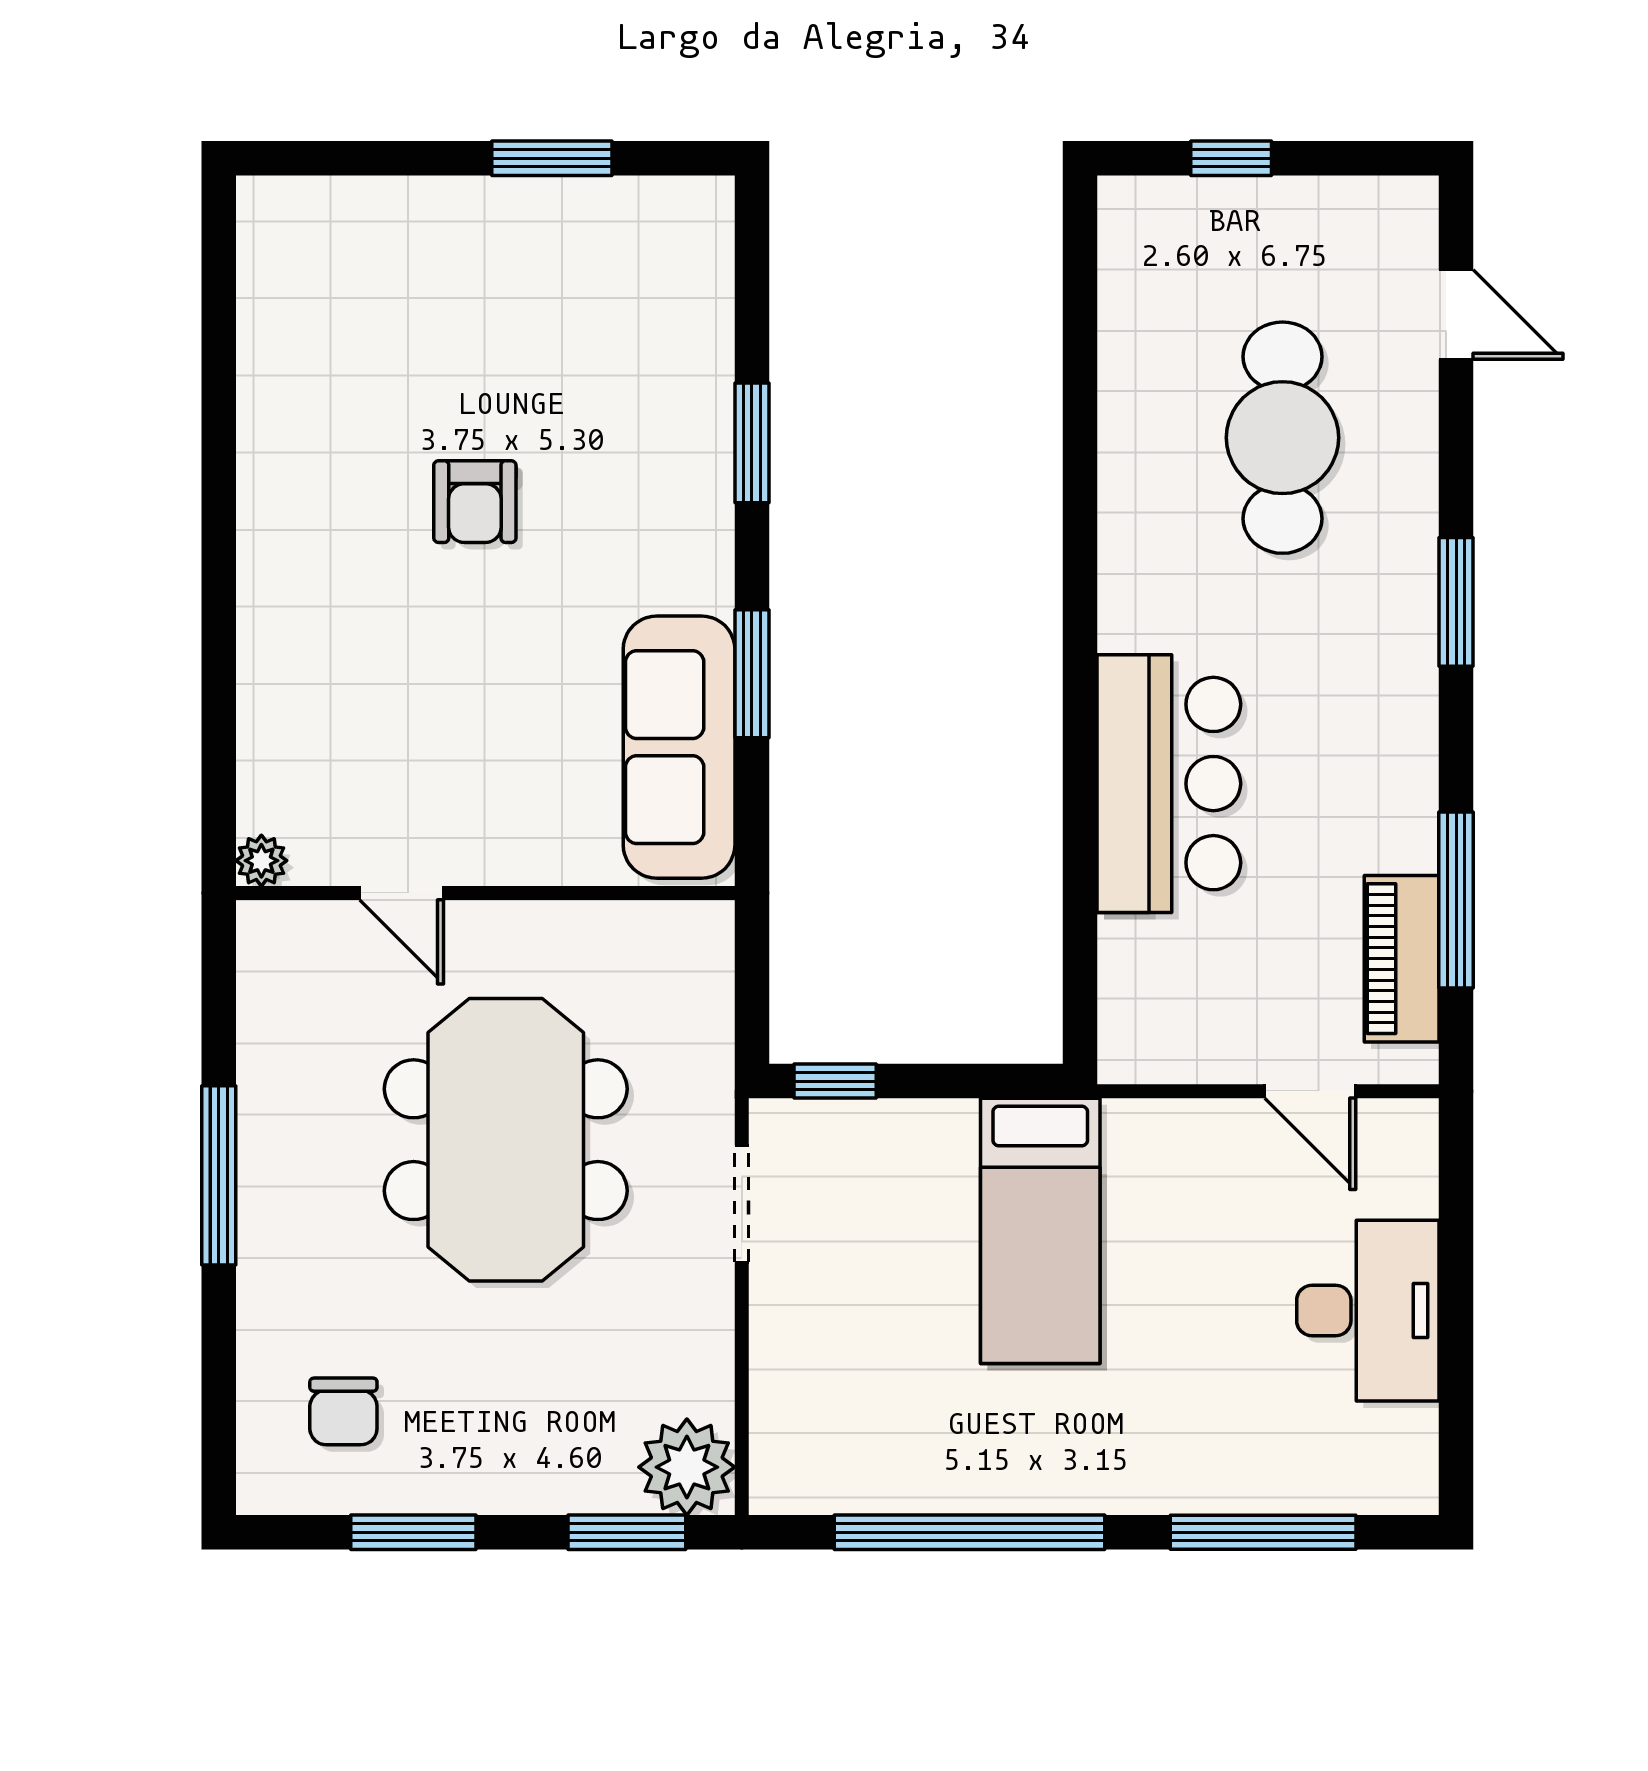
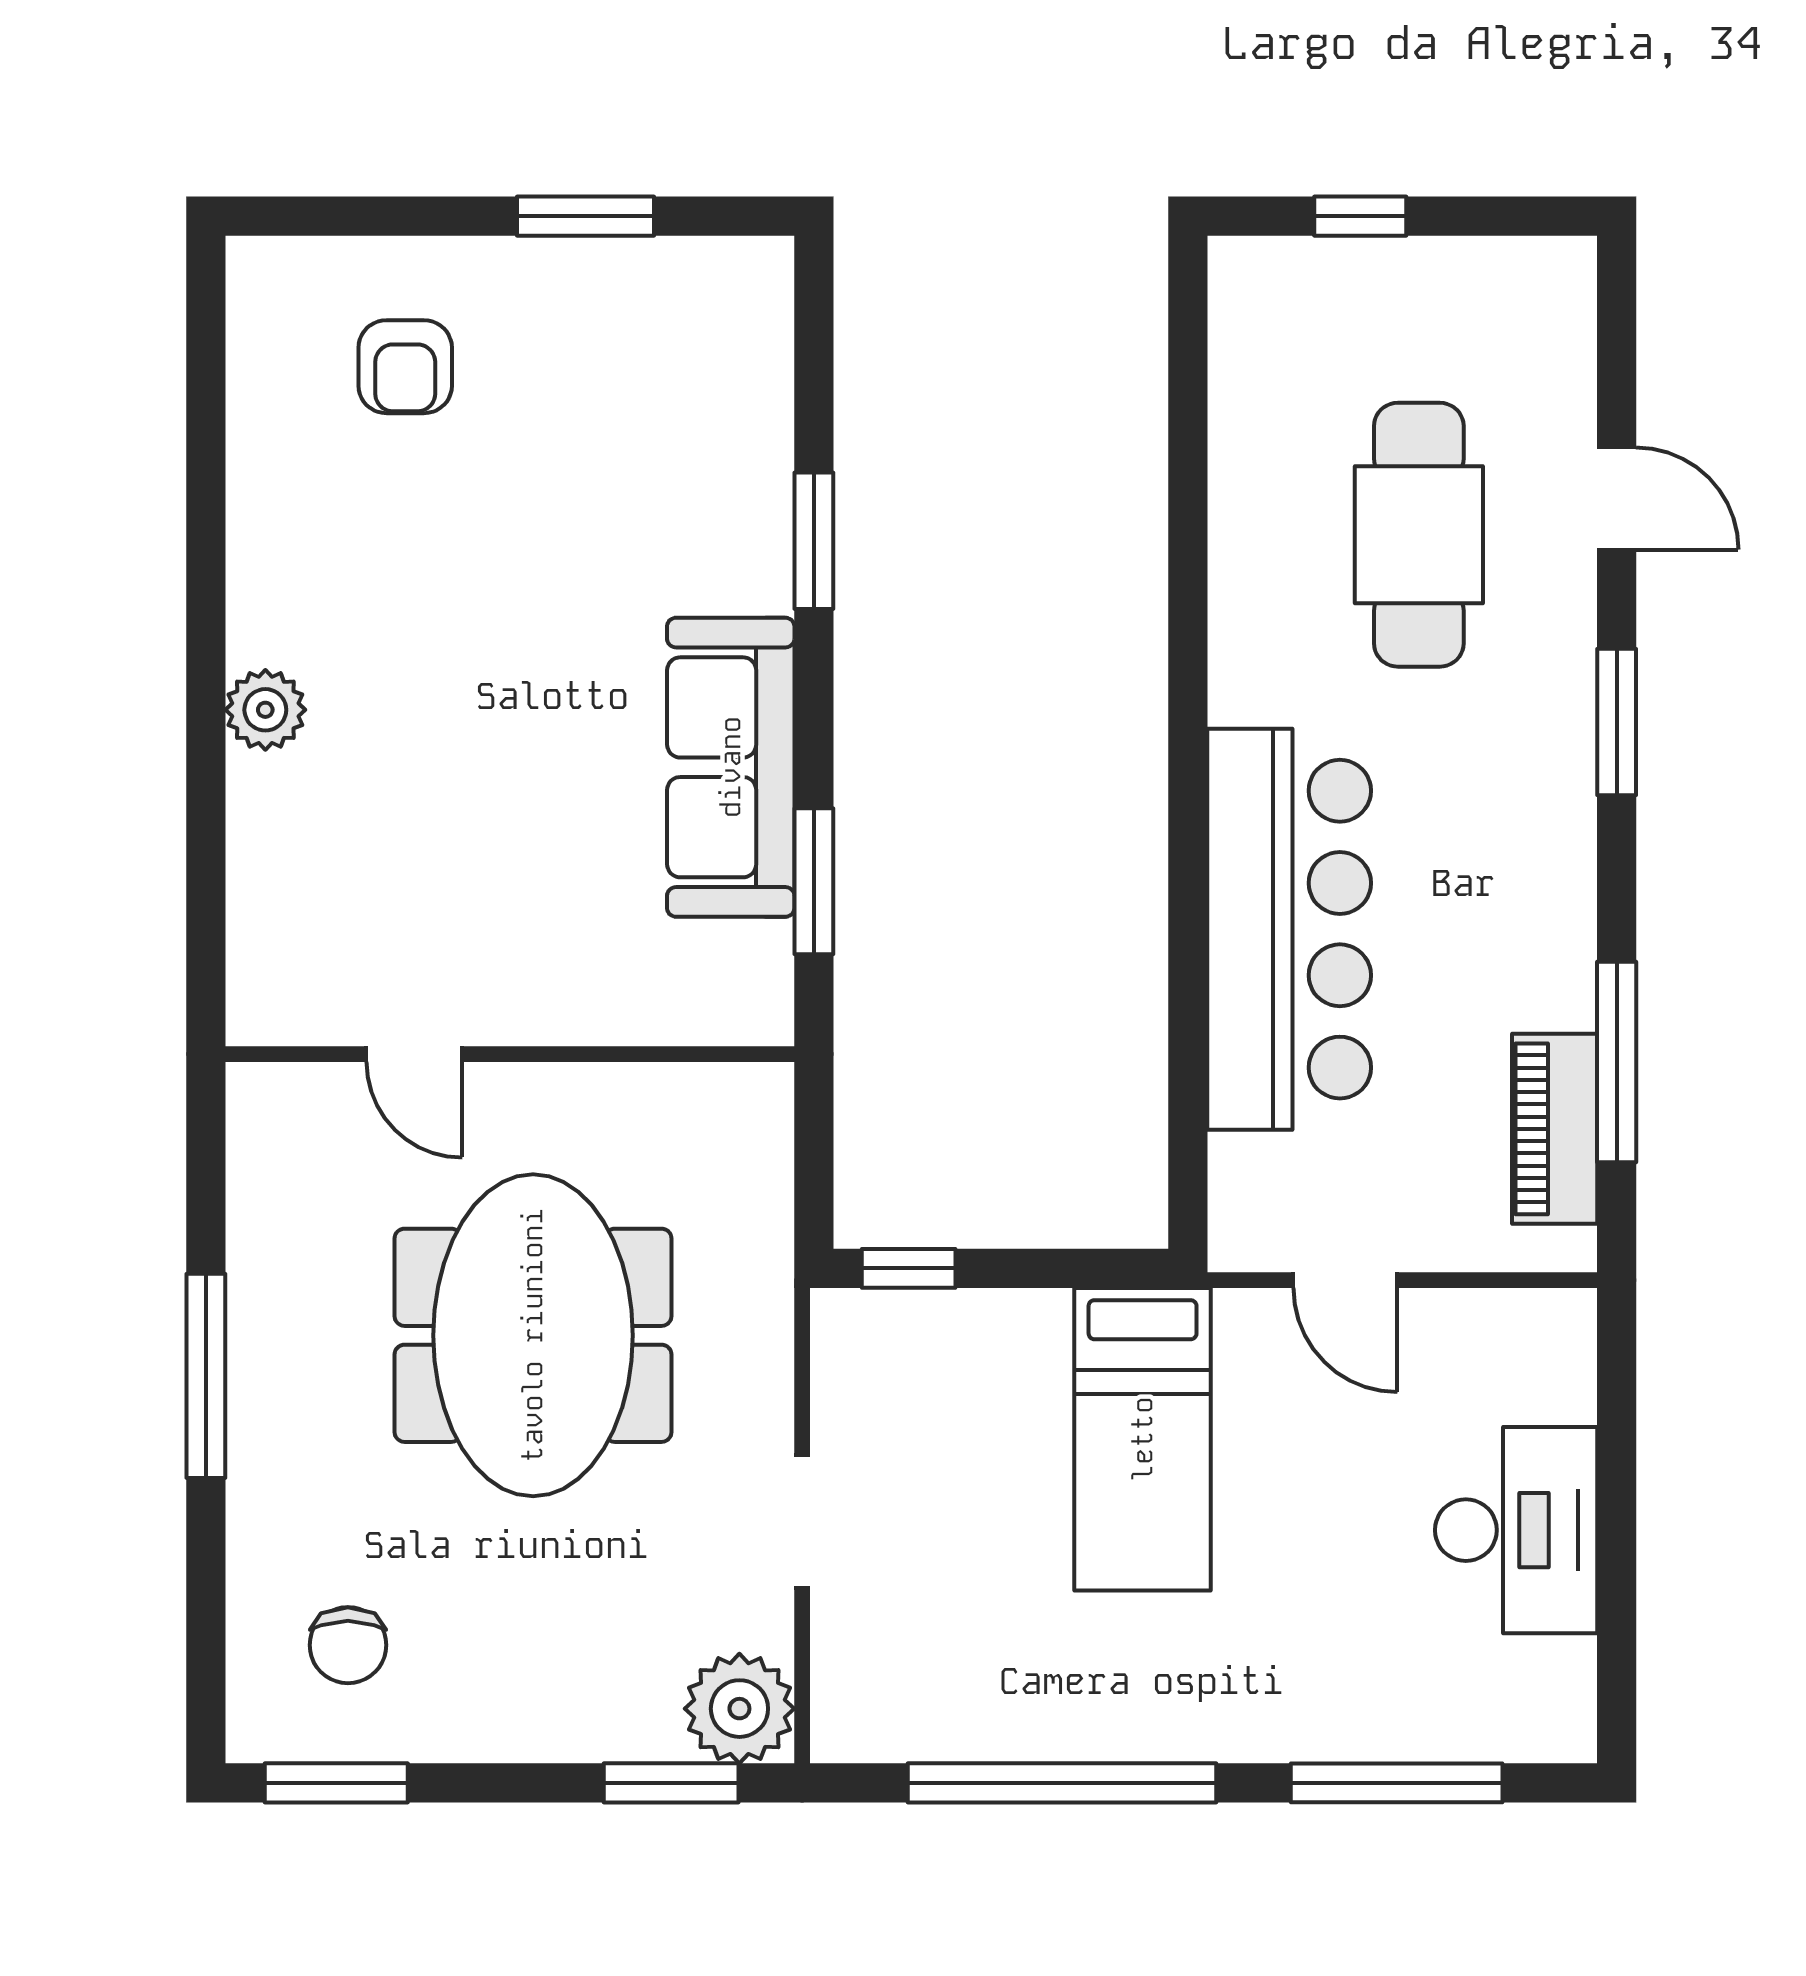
door: (1456, 314) -> (1617, 499), moved
armchair: (475, 502) -> (405, 367), moved
window: (752, 674) -> (814, 881), moved
sofa: (679, 747) -> (731, 767), moved
bar counter: (1169, 784) -> (1289, 929), width x1.36
plant: (261, 861) -> (265, 710), moved, width x1.38, depth x1.38
door: (1310, 1091) -> (1345, 1280), moved
doorway: (742, 1204) -> (802, 1521), moved
window: (413, 1532) -> (336, 1783), moved

